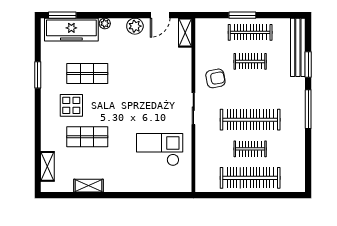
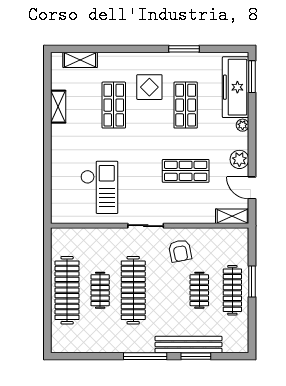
bench: (298, 47) -> (189, 344), moved
shop shelf: (145, 74) -> (186, 171), added

